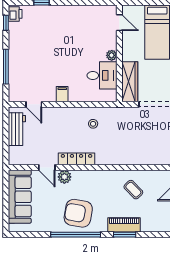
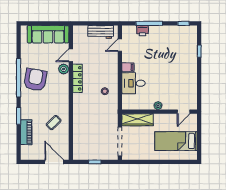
printer: (15, 14) -> (142, 31), moved
desk: (102, 75) -> (133, 83), moved, turned 90
piano: (124, 225) -> (26, 132), moved

